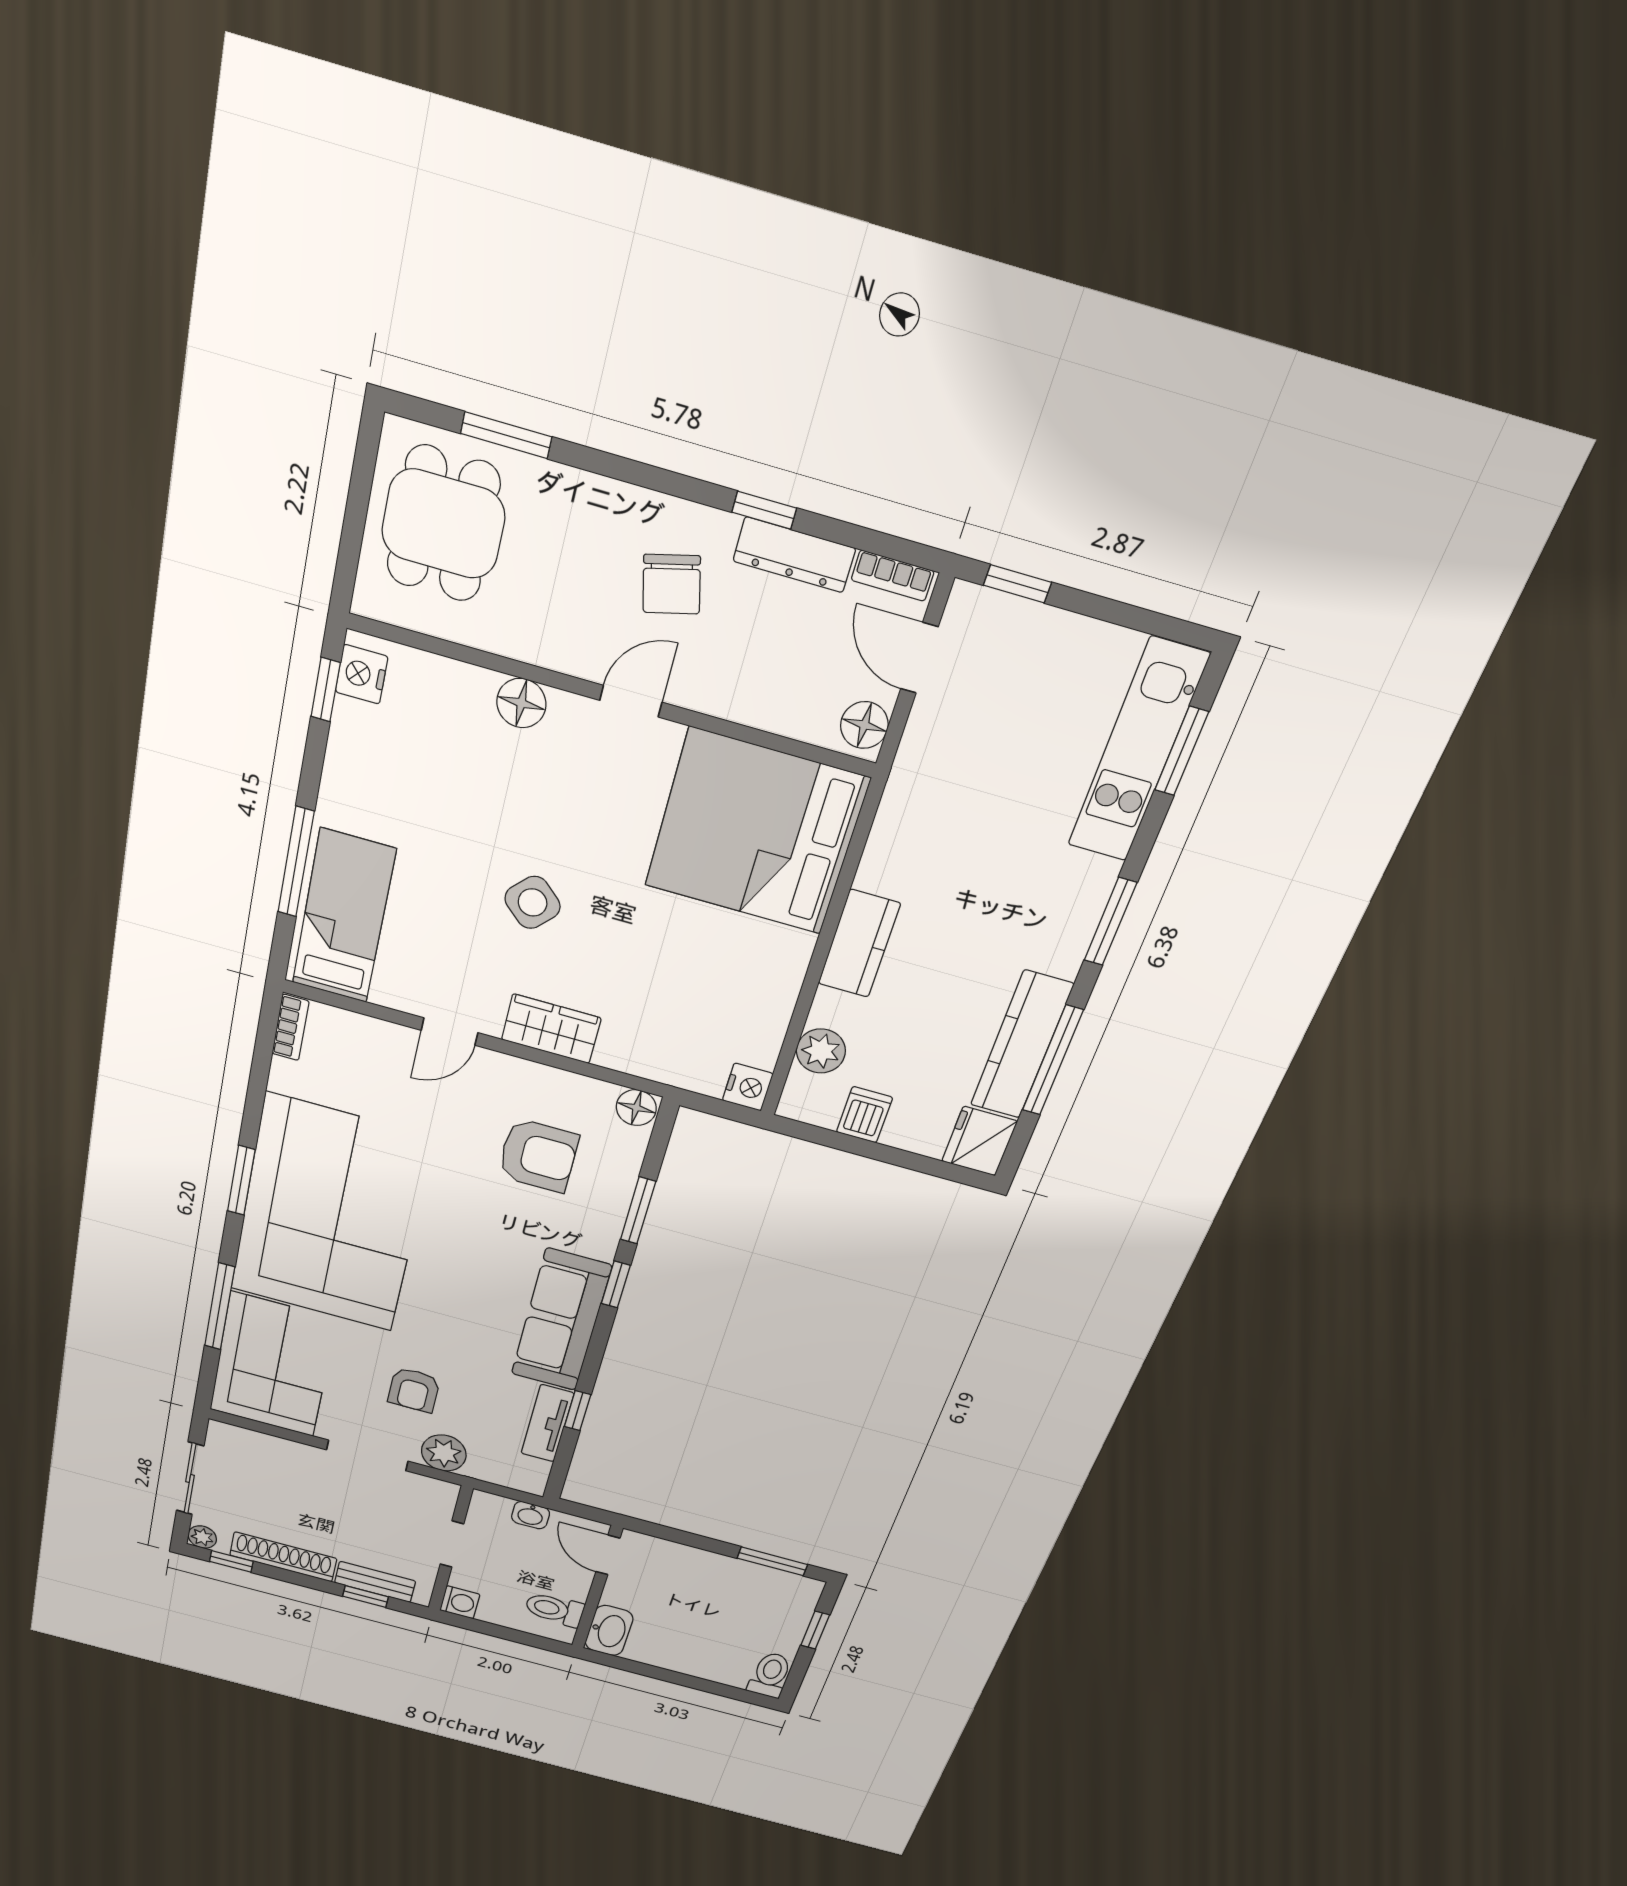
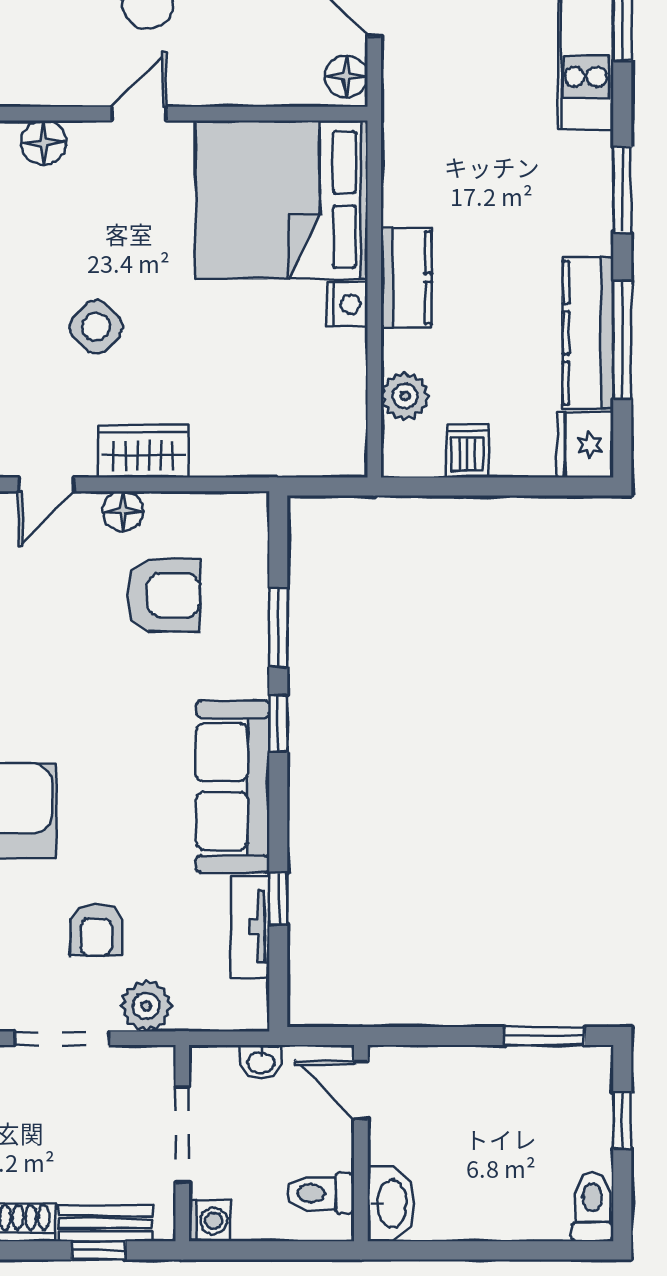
nightstand: (748, 1087) -> (347, 304), moved
floor lamp: (636, 1108) -> (123, 511), moved
doorway: (452, 1544) -> (182, 1135), width x1.38

